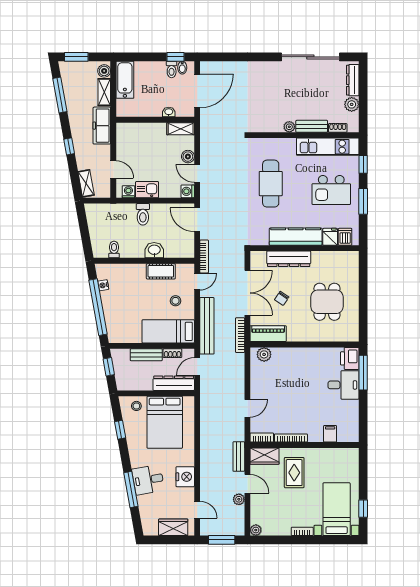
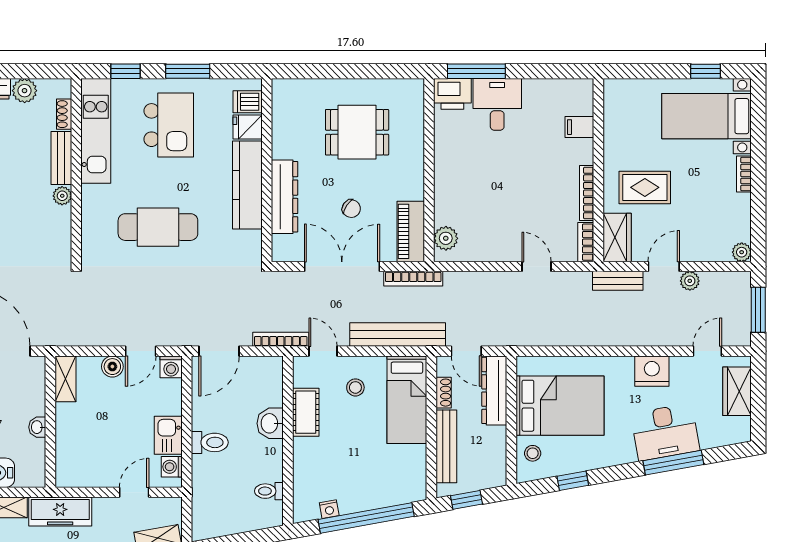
washbasin: (169, 112) -> (37, 427), moved
bench: (146, 355) -> (446, 446), width x1.36
desk: (148, 480) -> (665, 432), width x1.37

